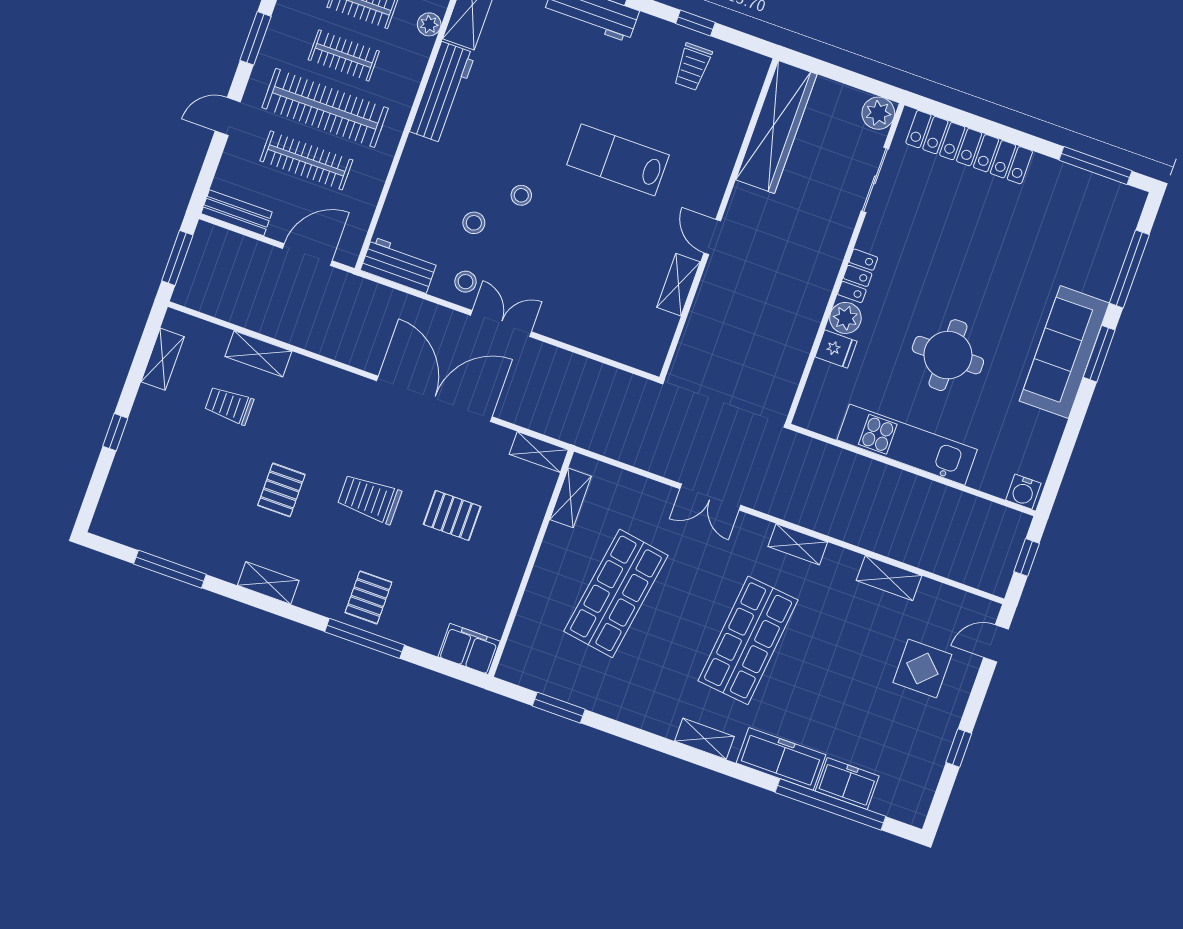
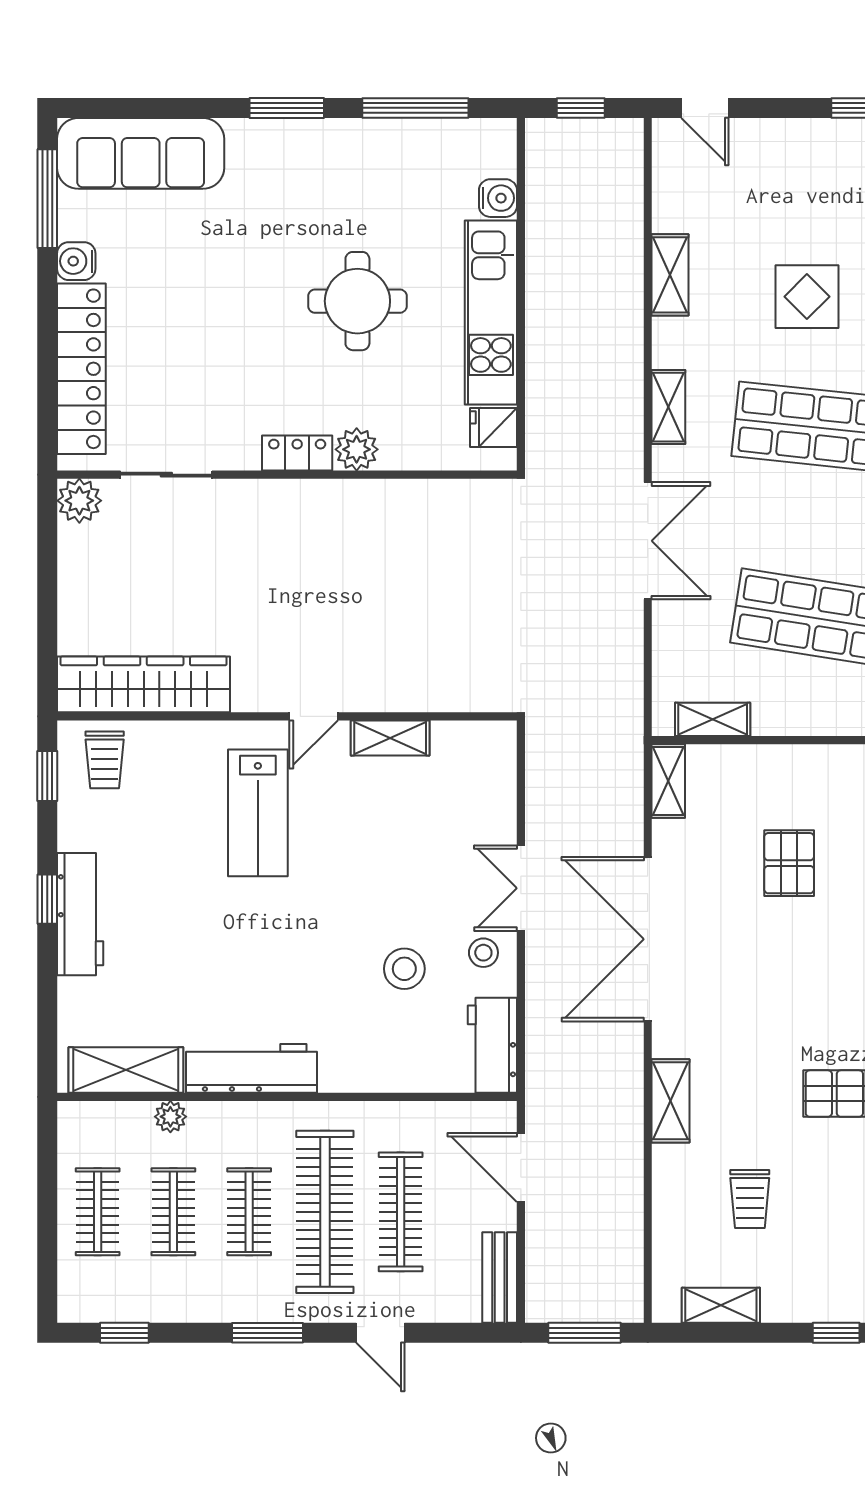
trolley: (693, 67) -> (105, 760), turned 90
wardrobe: (776, 127) -> (144, 684), moved
water cooler: (1045, 170) -> (76, 261), added
stool: (521, 195) -> (347, 921), removed
wall: (719, 219) -> (287, 716), moved
stool: (474, 223) -> (404, 969), width x1.37, depth x1.37
door: (712, 237) -> (314, 716), moved
window: (1129, 269) -> (415, 108), moved
shelving: (678, 285) -> (390, 738), moved
fridge: (836, 349) -> (494, 428), moved, turned -90
sofa: (1064, 352) -> (141, 153), moved
shelving: (258, 354) -> (670, 1101), moved
water cooler: (1023, 492) -> (498, 198), moved
double door: (710, 497) -> (648, 541), width x1.37
trolley: (369, 499) -> (805, 977), removed
display table: (922, 668) -> (807, 297), moved

